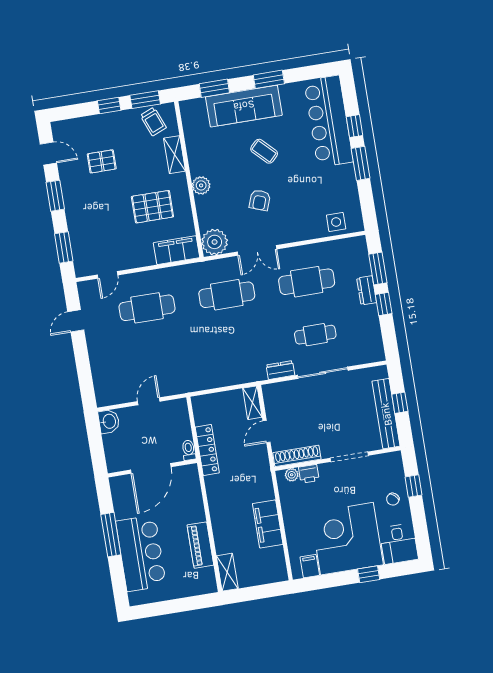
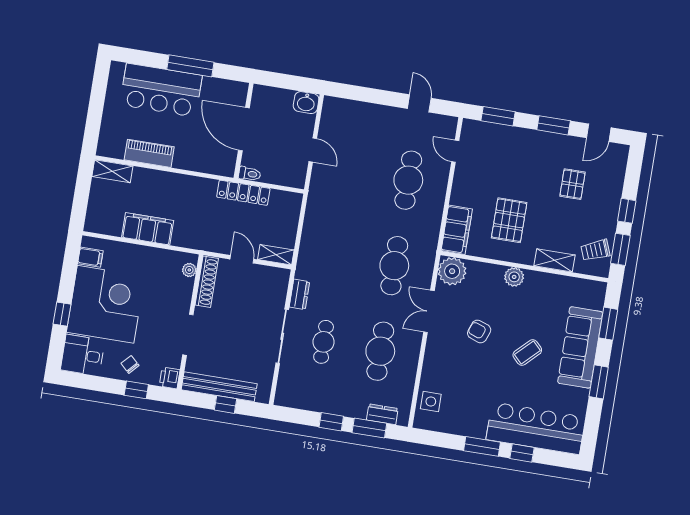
dresser: (367, 290) -> (382, 414), moved
printer: (309, 474) -> (170, 378), moved

